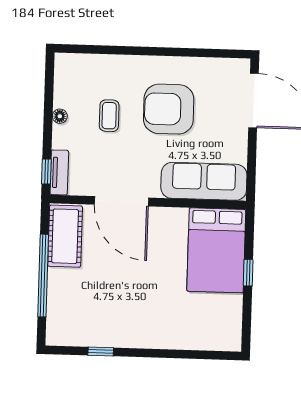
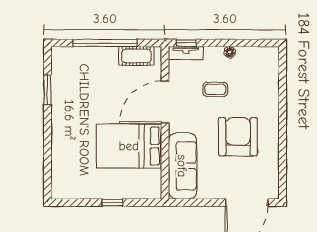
coffee table: (109, 116) -> (215, 89), moved
cot: (65, 236) -> (136, 56), width x0.73, depth x0.75
bed: (216, 250) -> (129, 146), moved
window: (101, 352) -> (47, 90), width x1.50

